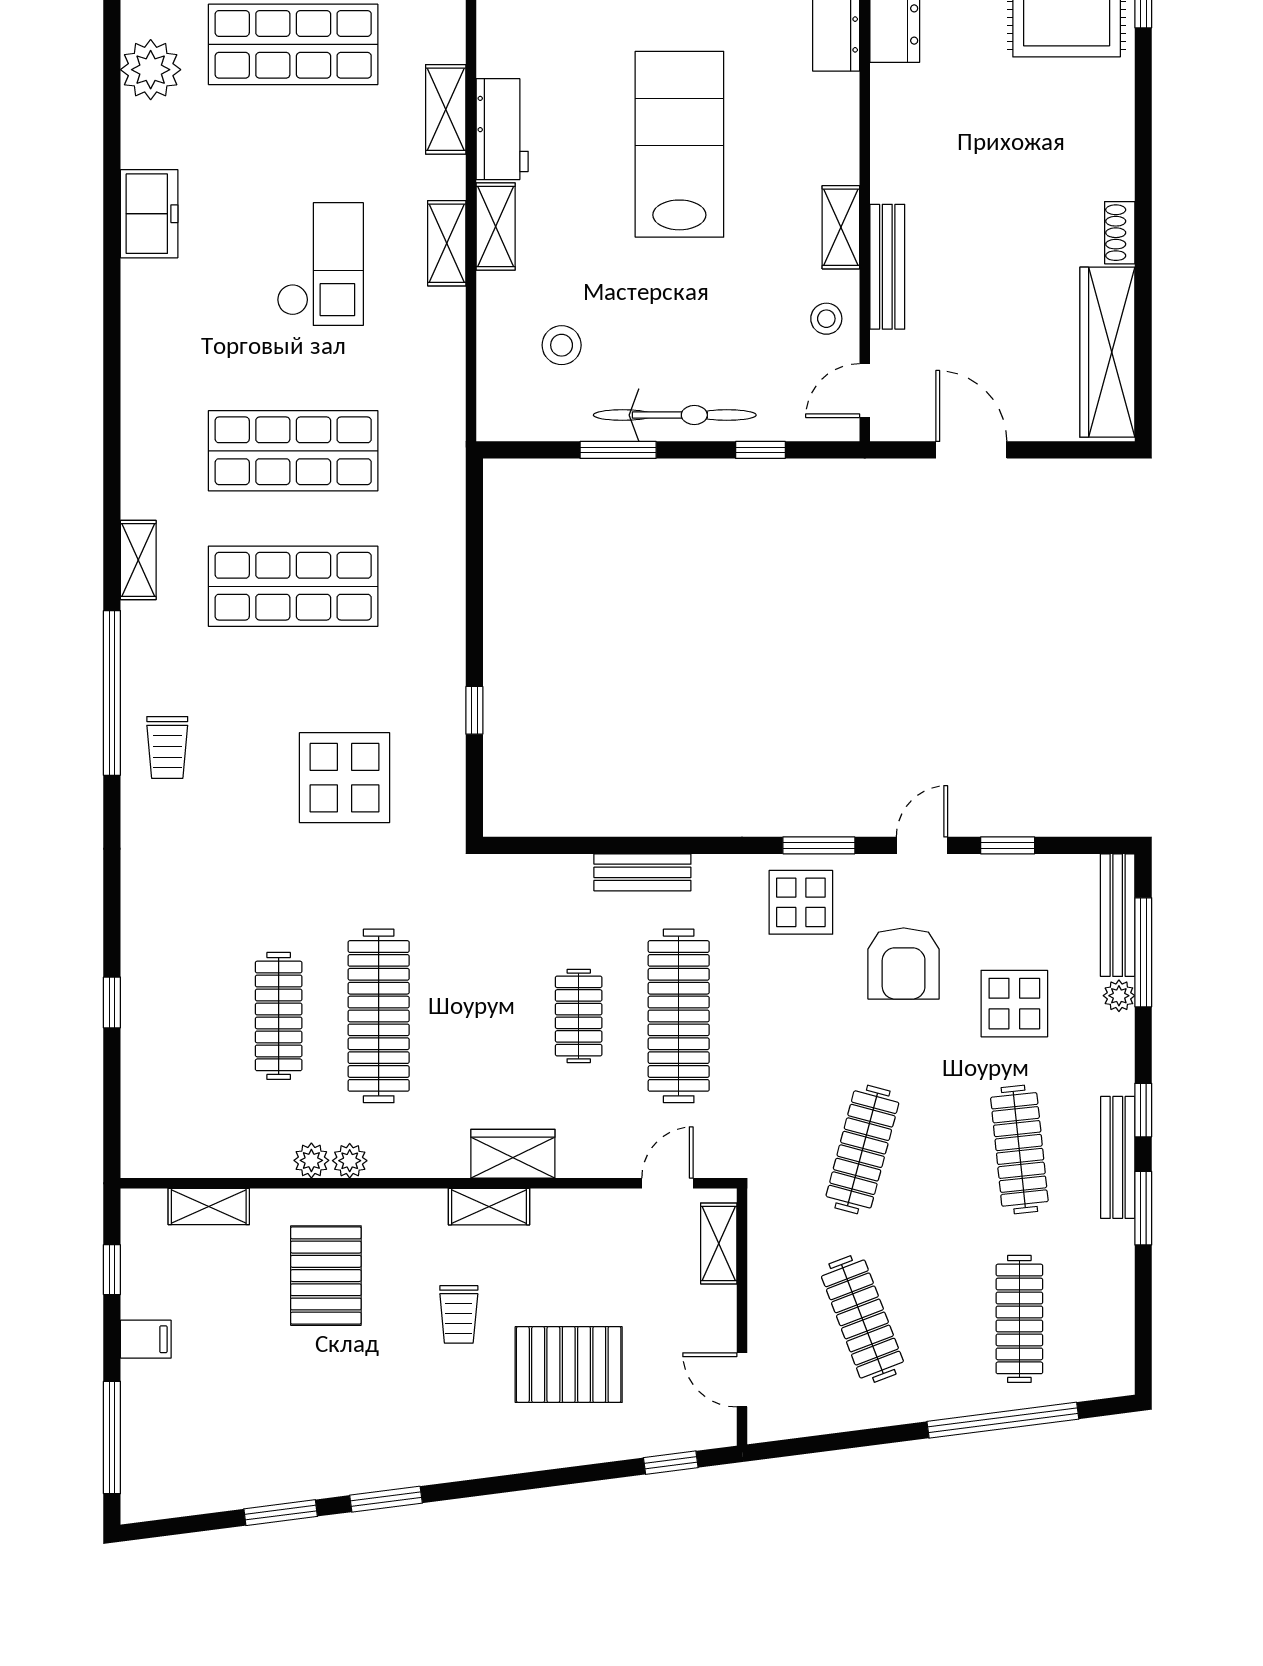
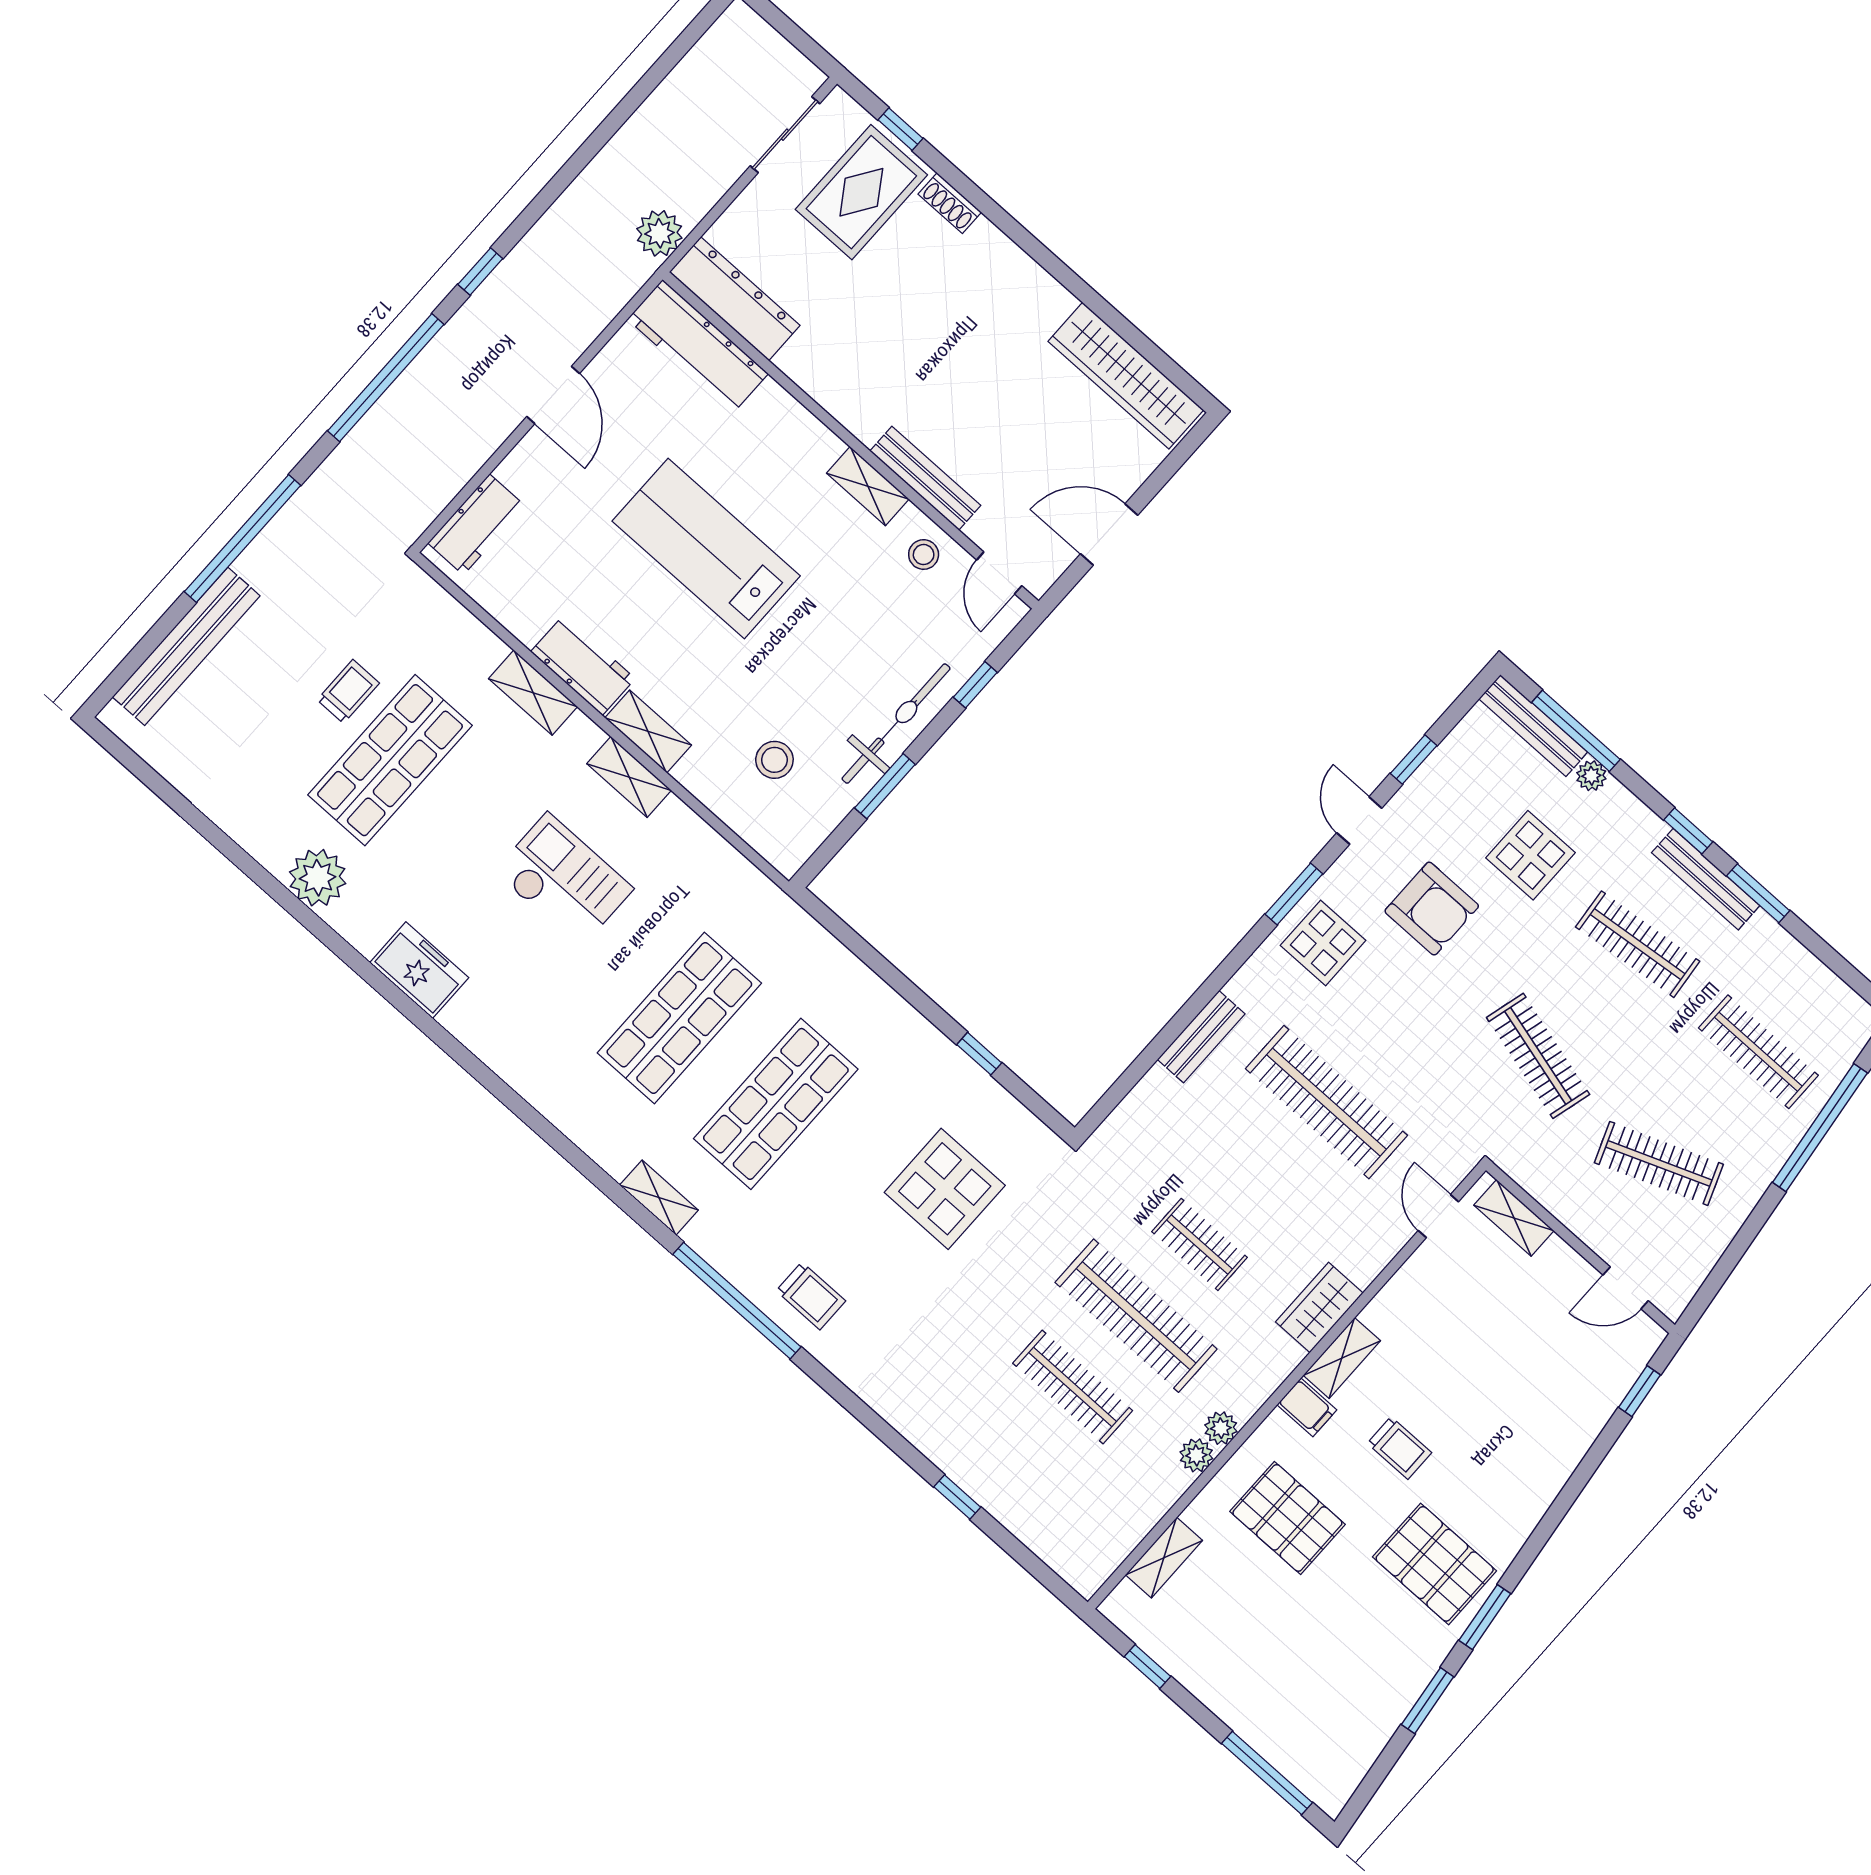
shoe rack: (1120, 233) -> (950, 203), moved
clothes rail: (579, 1016) -> (1200, 1244), moved
filing cabinet: (146, 1339) -> (1307, 1407), moved, turned 90
pallet: (569, 1365) -> (1435, 1564), moved, turned 90

